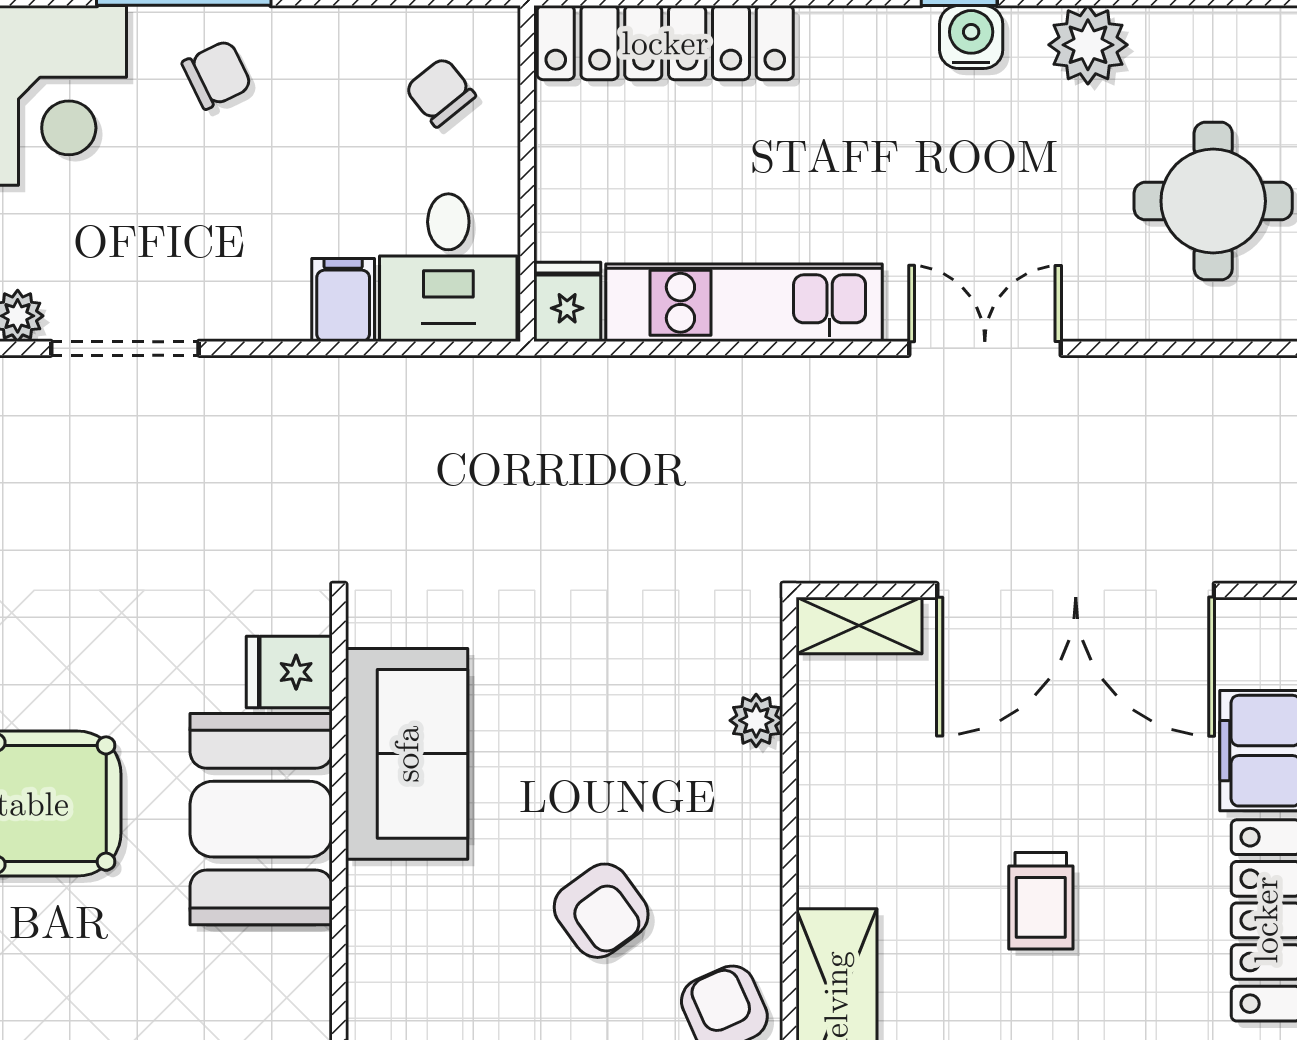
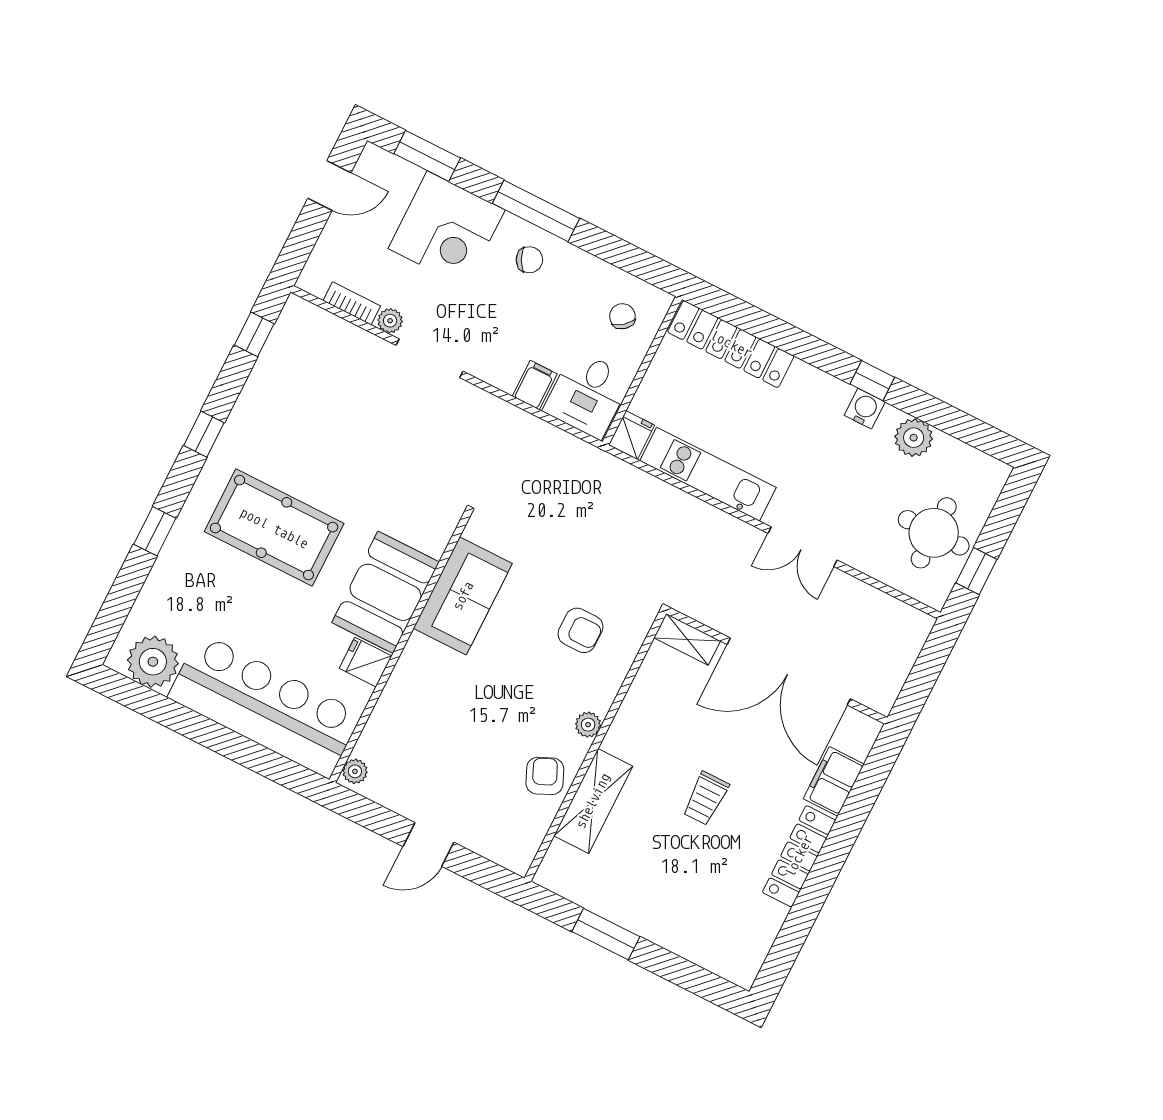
double door: (985, 348) -> (802, 547), swing flipped
fridge: (289, 672) -> (365, 662), moved
plant: (756, 720) -> (588, 725), moved
armchair: (601, 911) -> (581, 630), moved, turned -54

